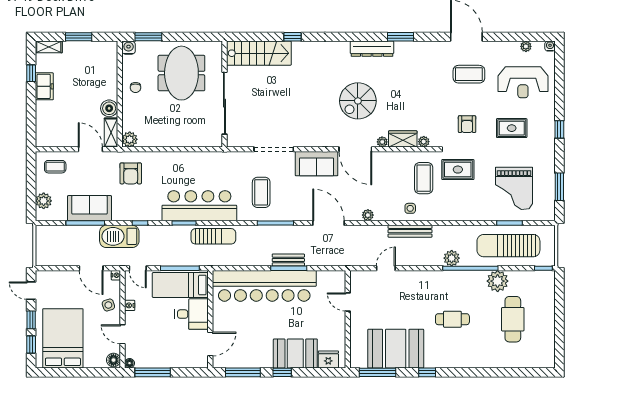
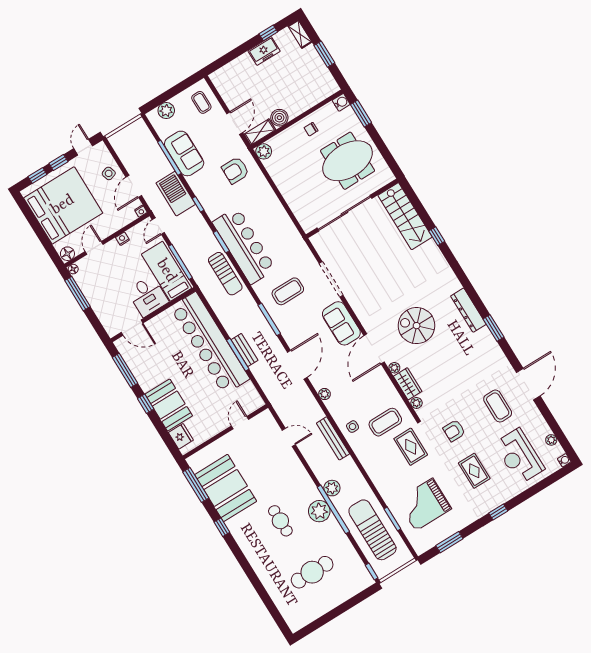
plant: (498, 281) -> (319, 511), moved
side table: (108, 305) -> (109, 173), moved
bed: (63, 338) -> (63, 205), width x1.36

